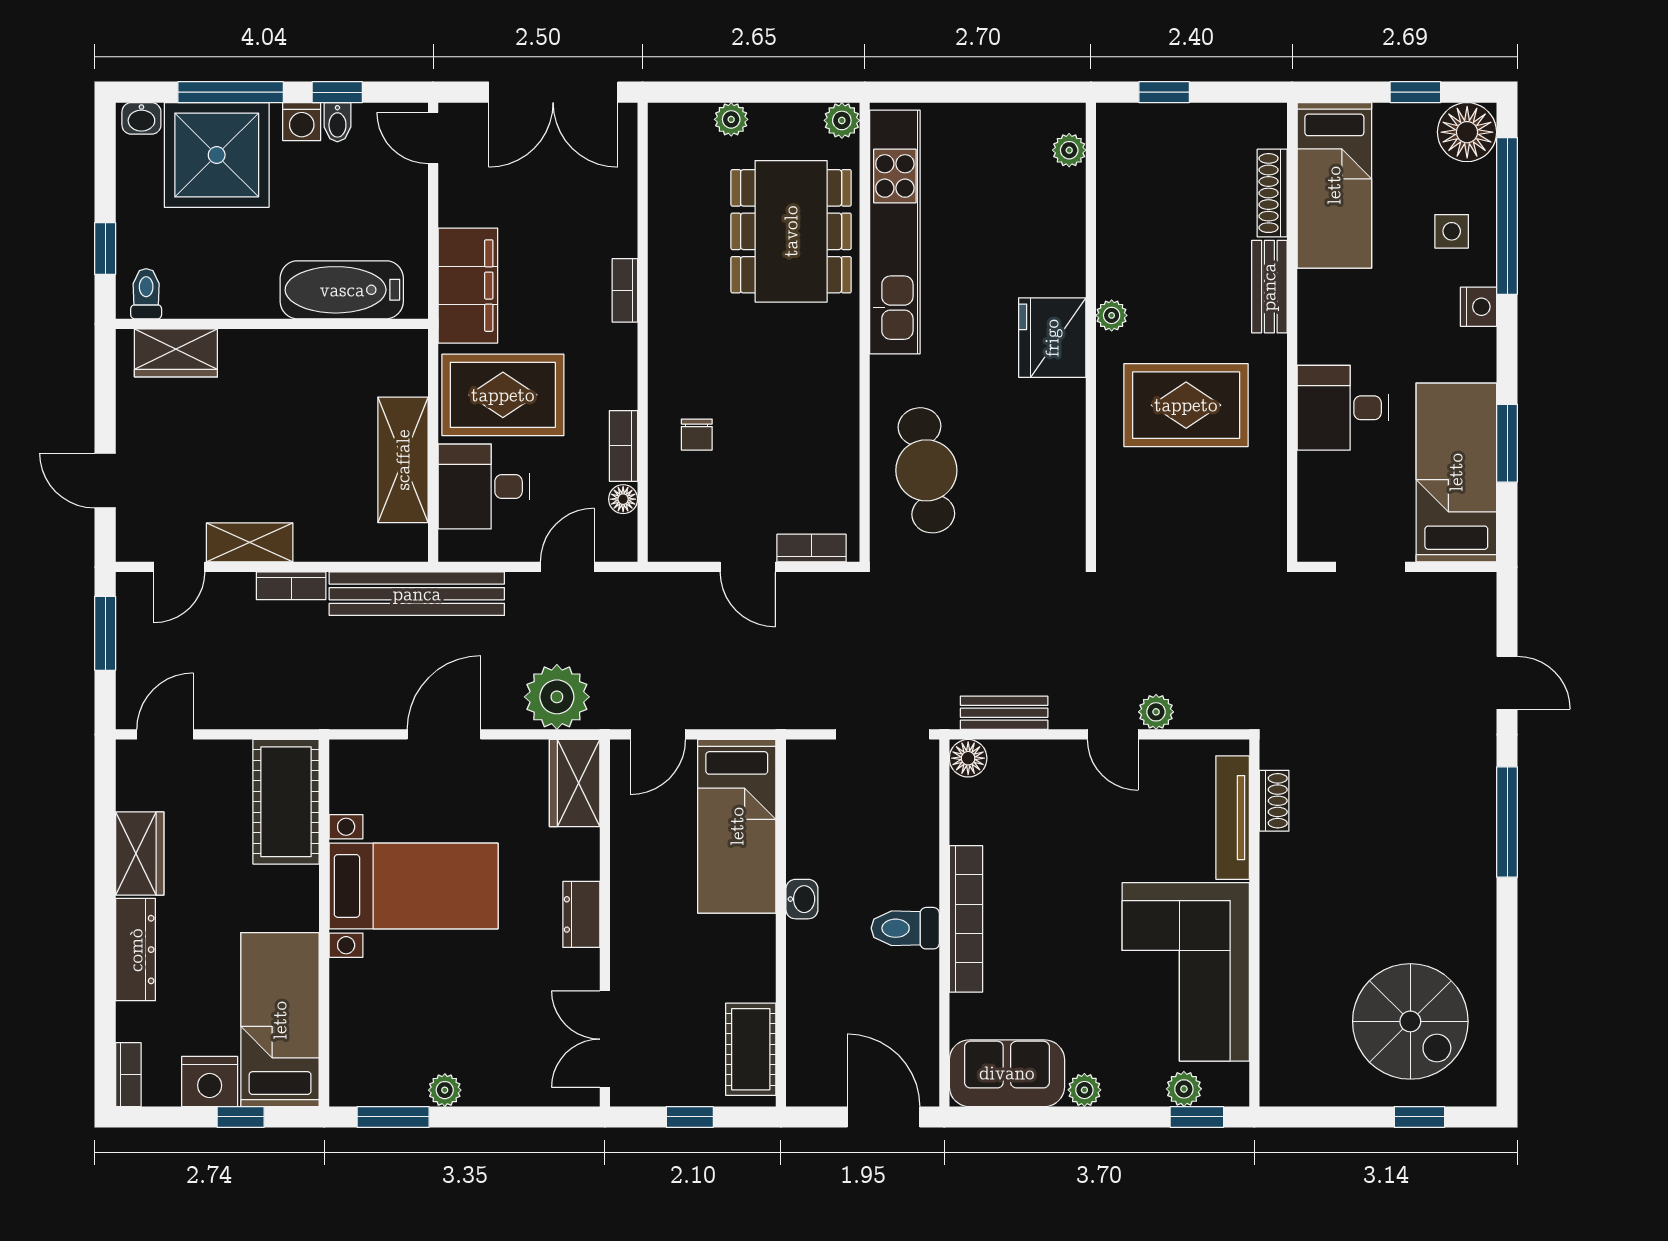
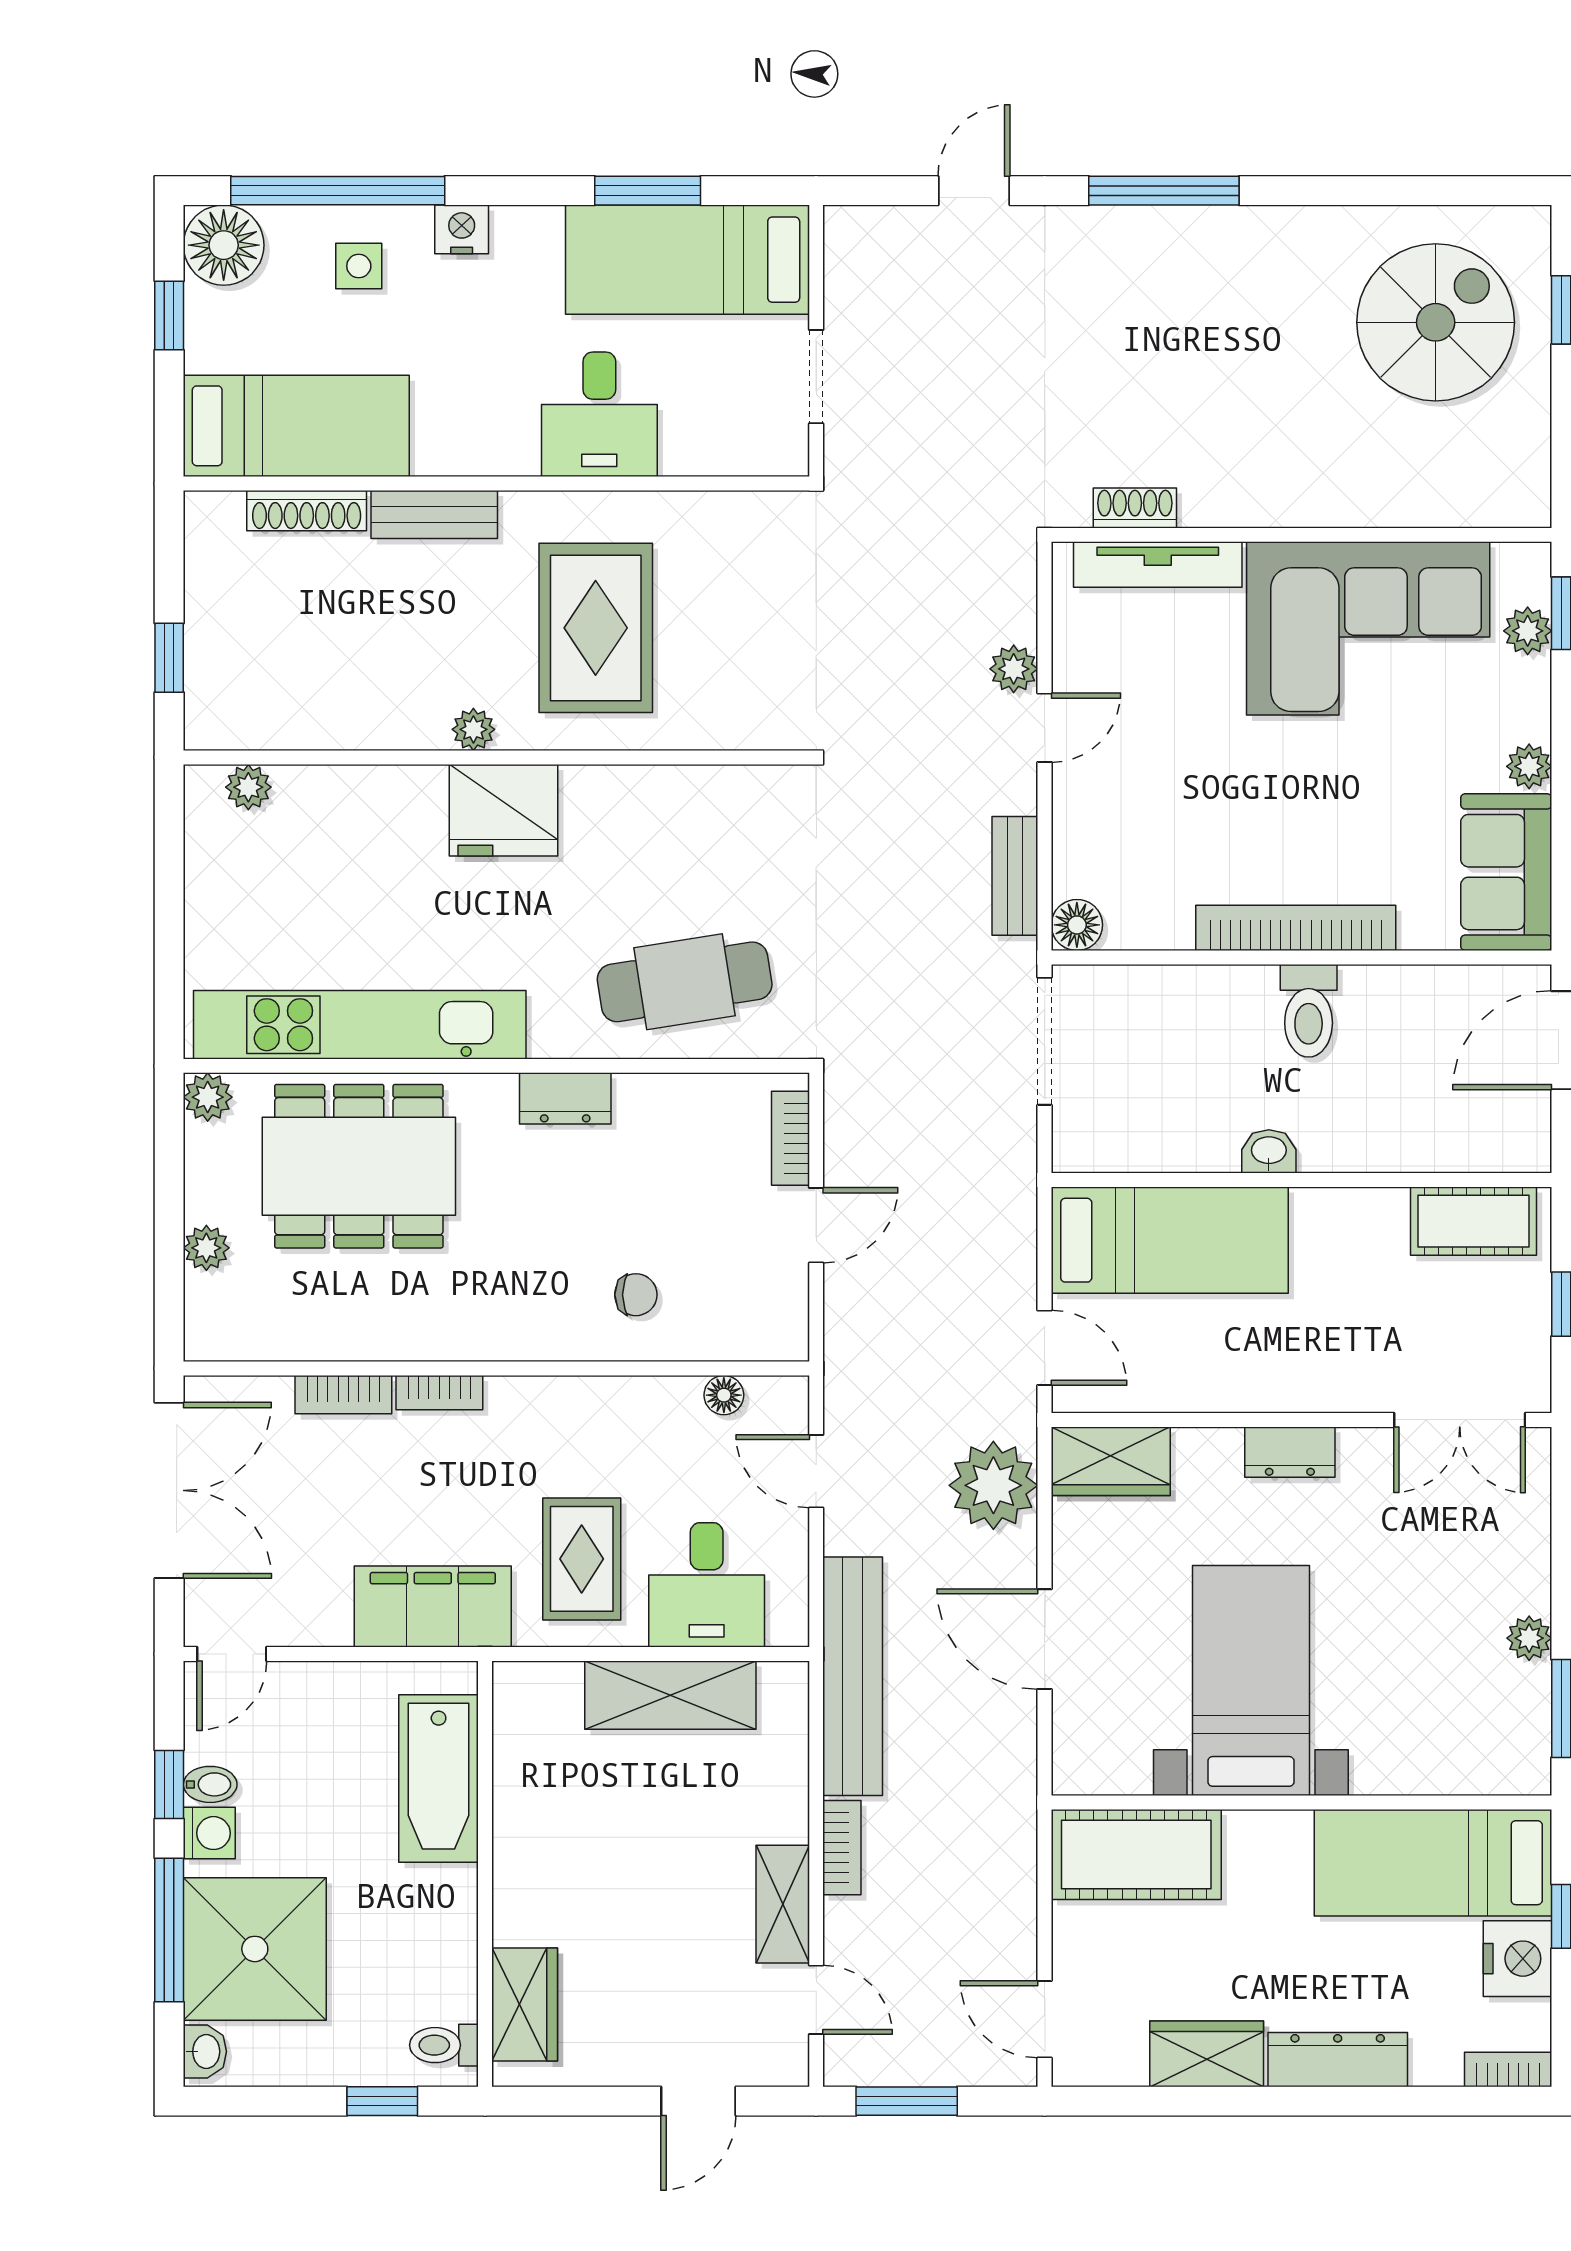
dresser: (841, 383) -> (565, 1098), added
rug: (503, 395) -> (582, 1559), width x0.73, depth x0.70
bookcase: (623, 446) -> (343, 1395), moved

